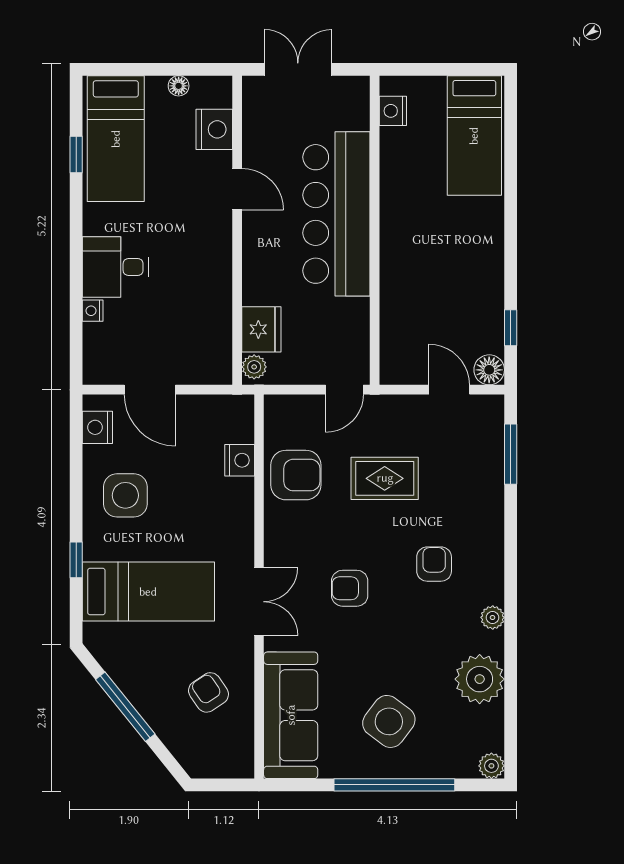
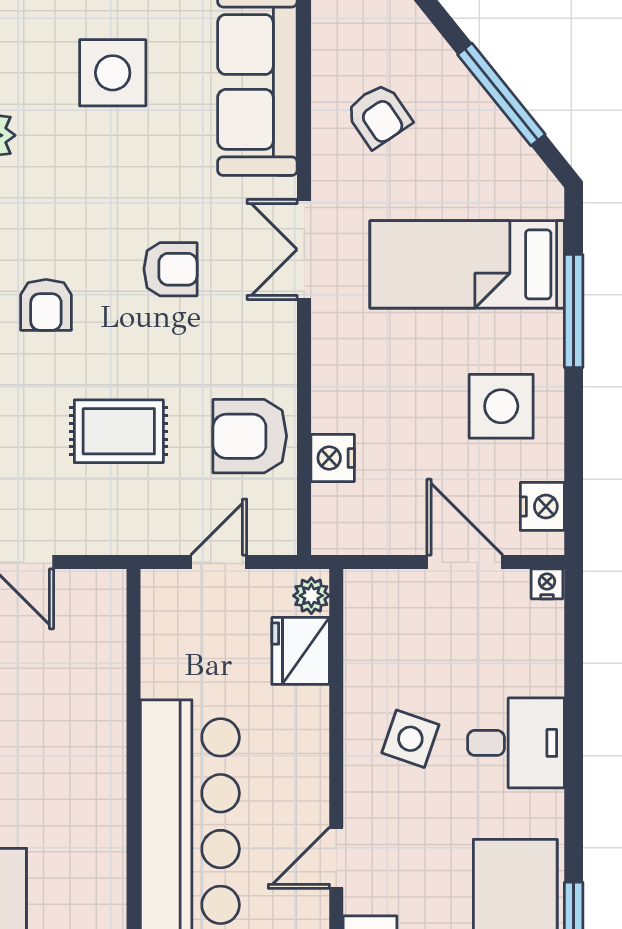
door: (237, 189) -> (336, 858), hinge flipped
side table: (187, 270) -> (410, 739), added
nightstand: (93, 311) -> (547, 584), moved, turned -90
door: (344, 390) -> (219, 562), moved
window: (76, 560) -> (574, 311), width x2.17
side table: (389, 721) -> (113, 73), turned -37

